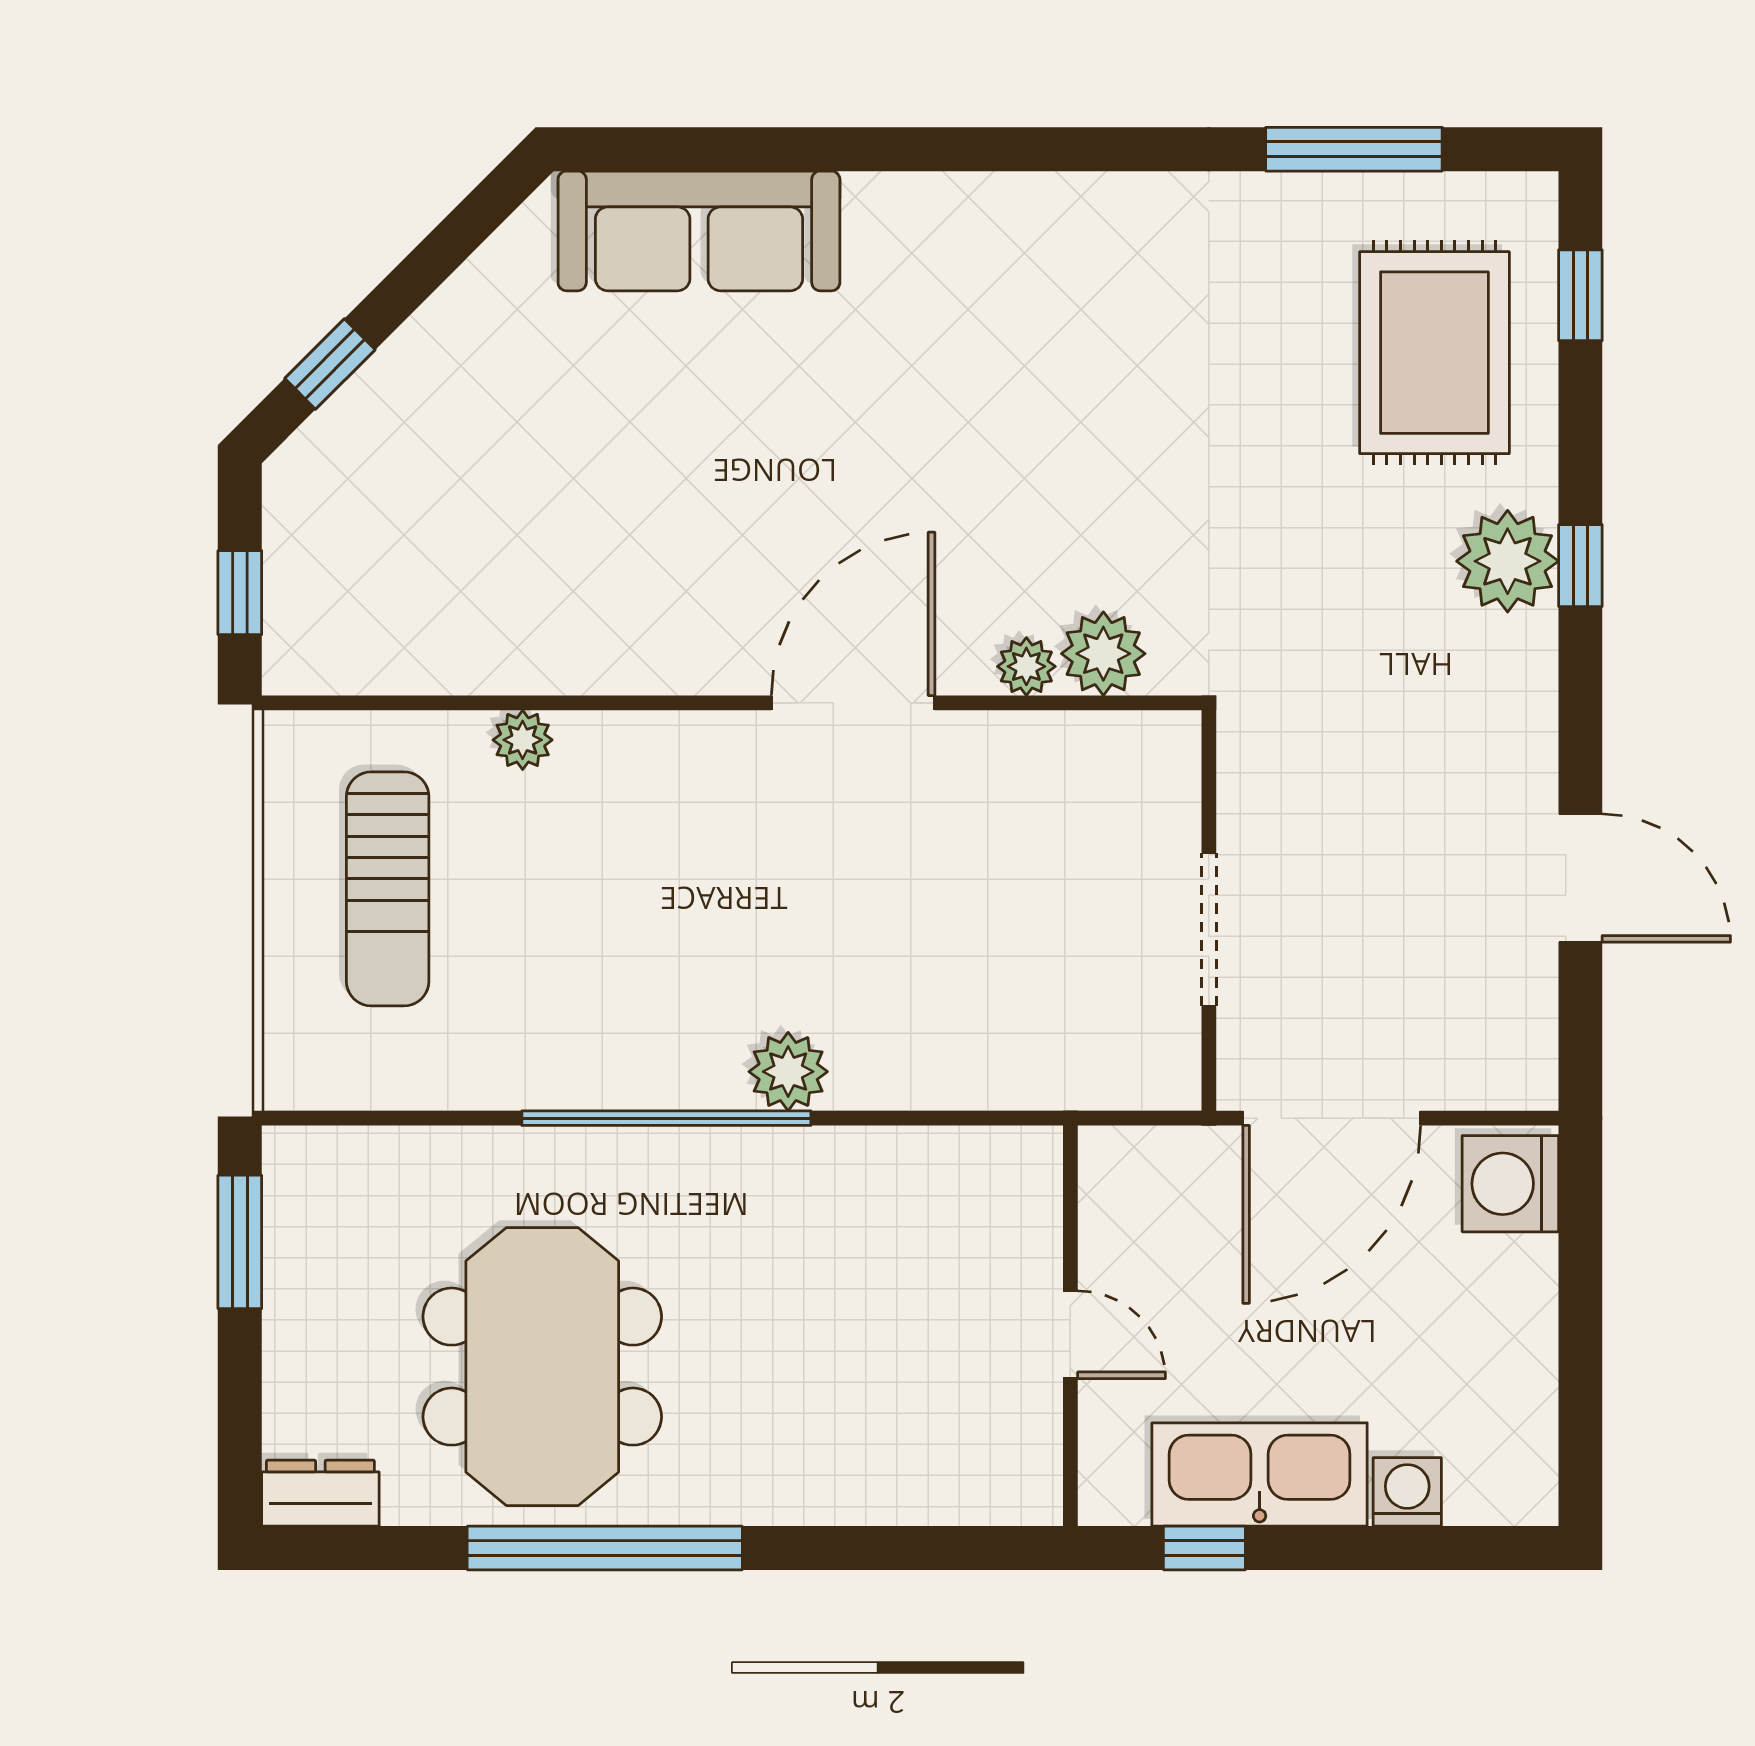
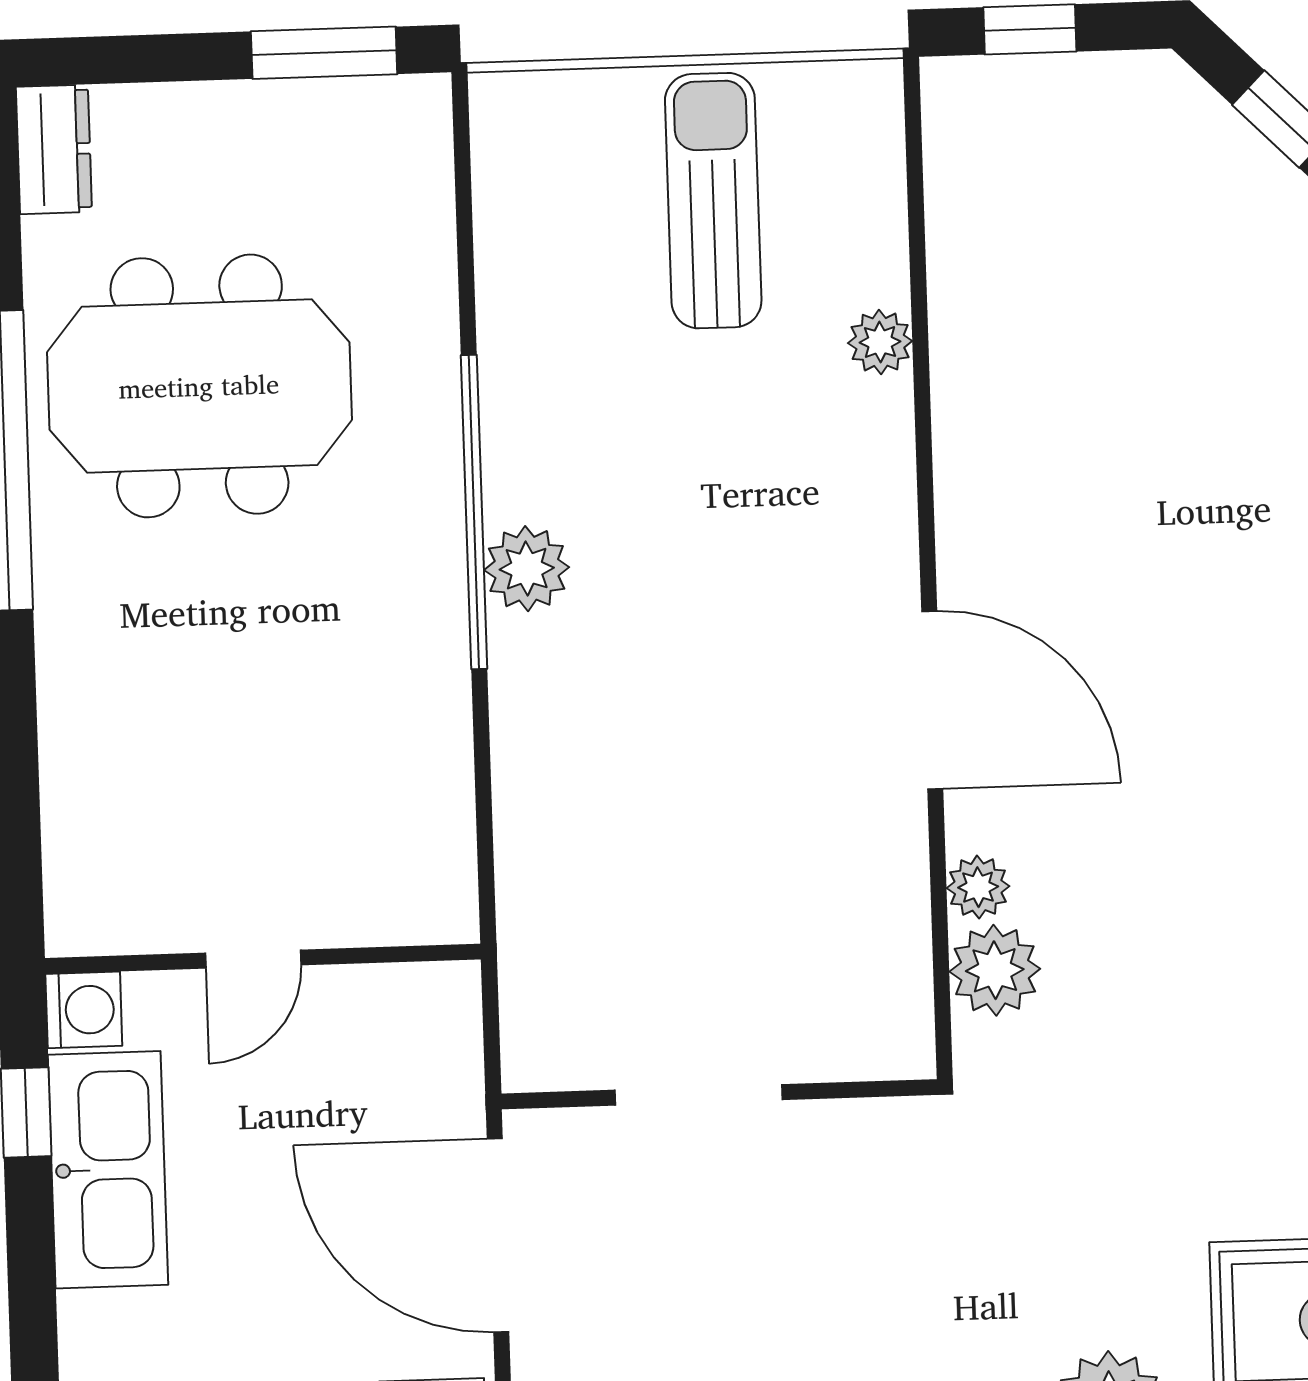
sun lounger: (388, 889) -> (713, 201), turned 90
plant: (788, 1072) -> (527, 569), moved
washing machine: (1407, 1492) -> (84, 1010), moved

